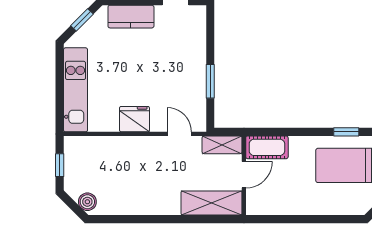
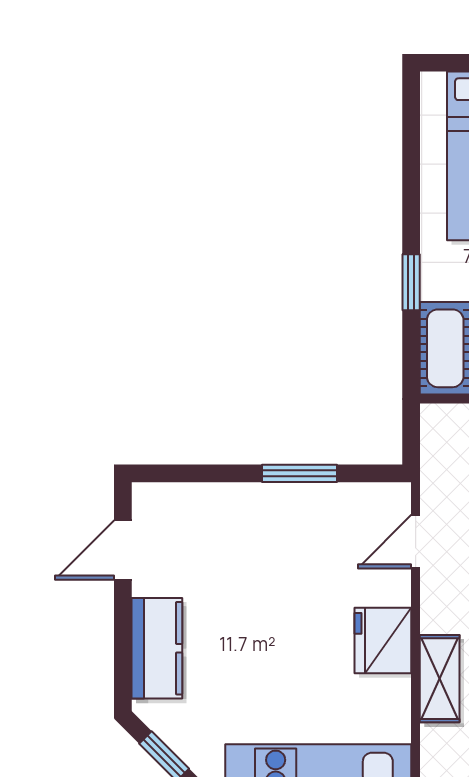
window: (346, 132) -> (411, 282), moved
shelving: (222, 145) -> (440, 679), moved

